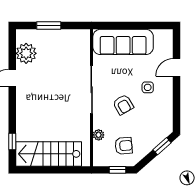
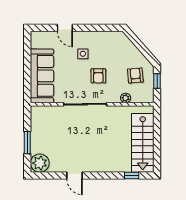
plant: (26, 53) -> (40, 163), moved
armchair: (123, 105) -> (98, 76), turned 120
window: (162, 146) -> (136, 41), removed

